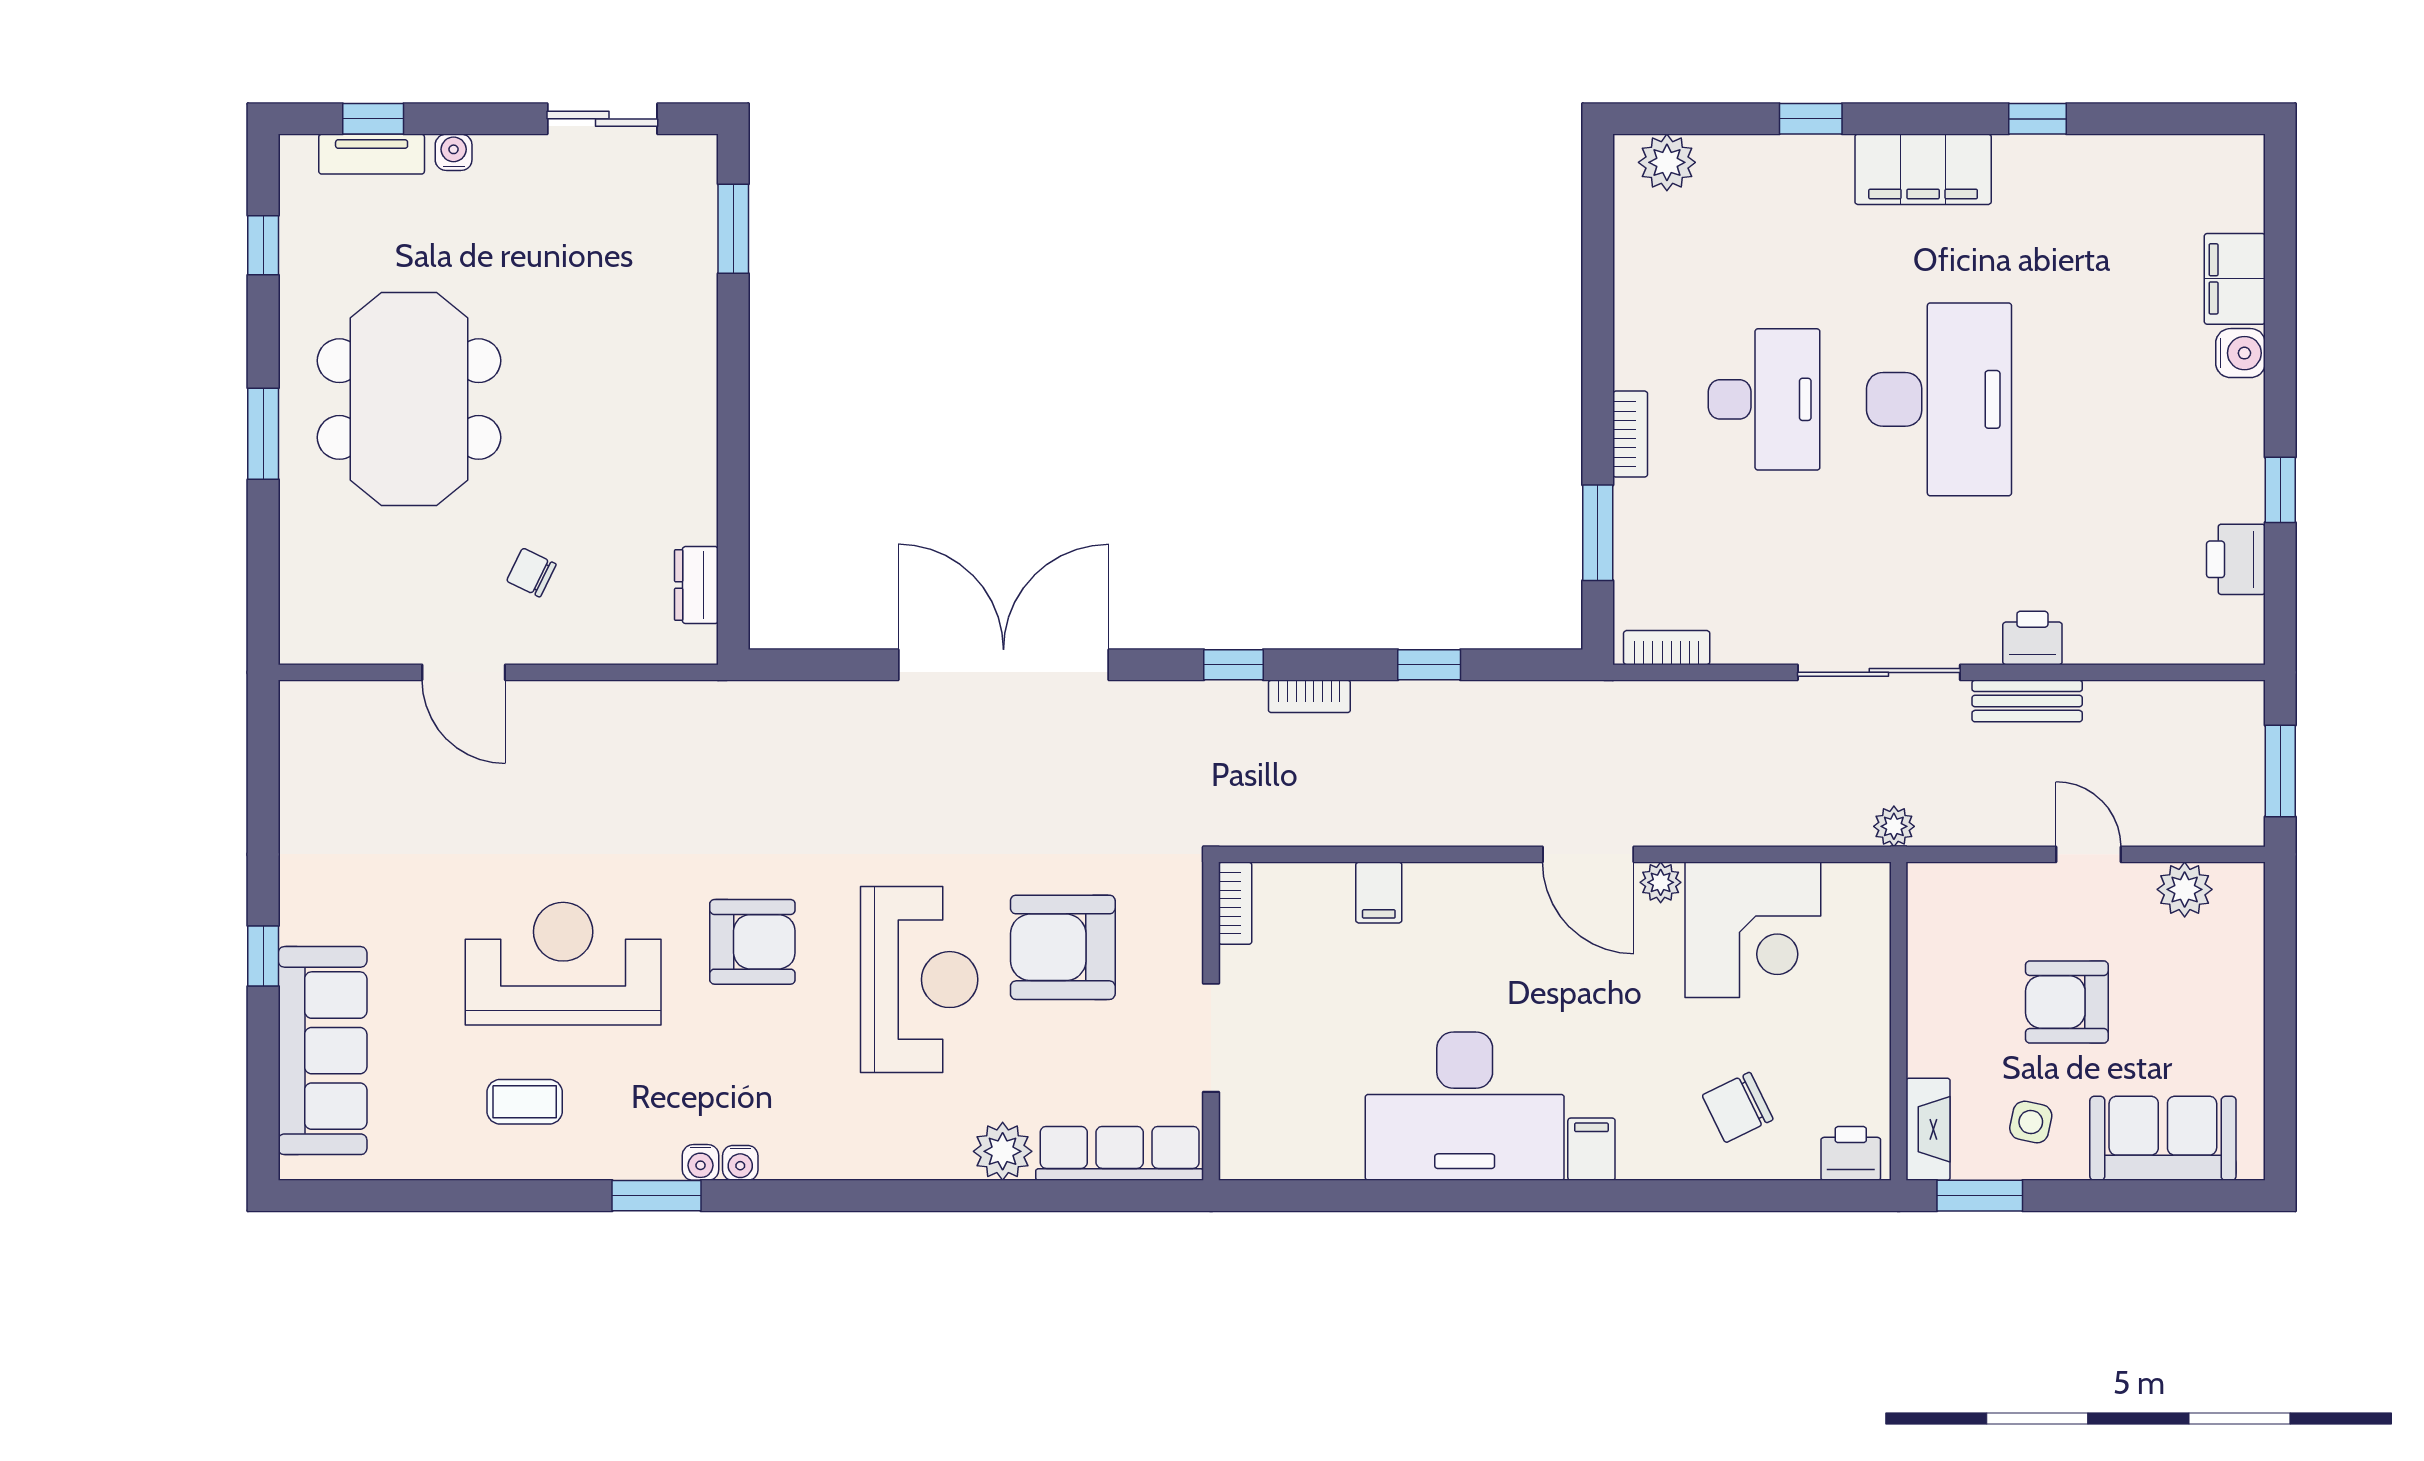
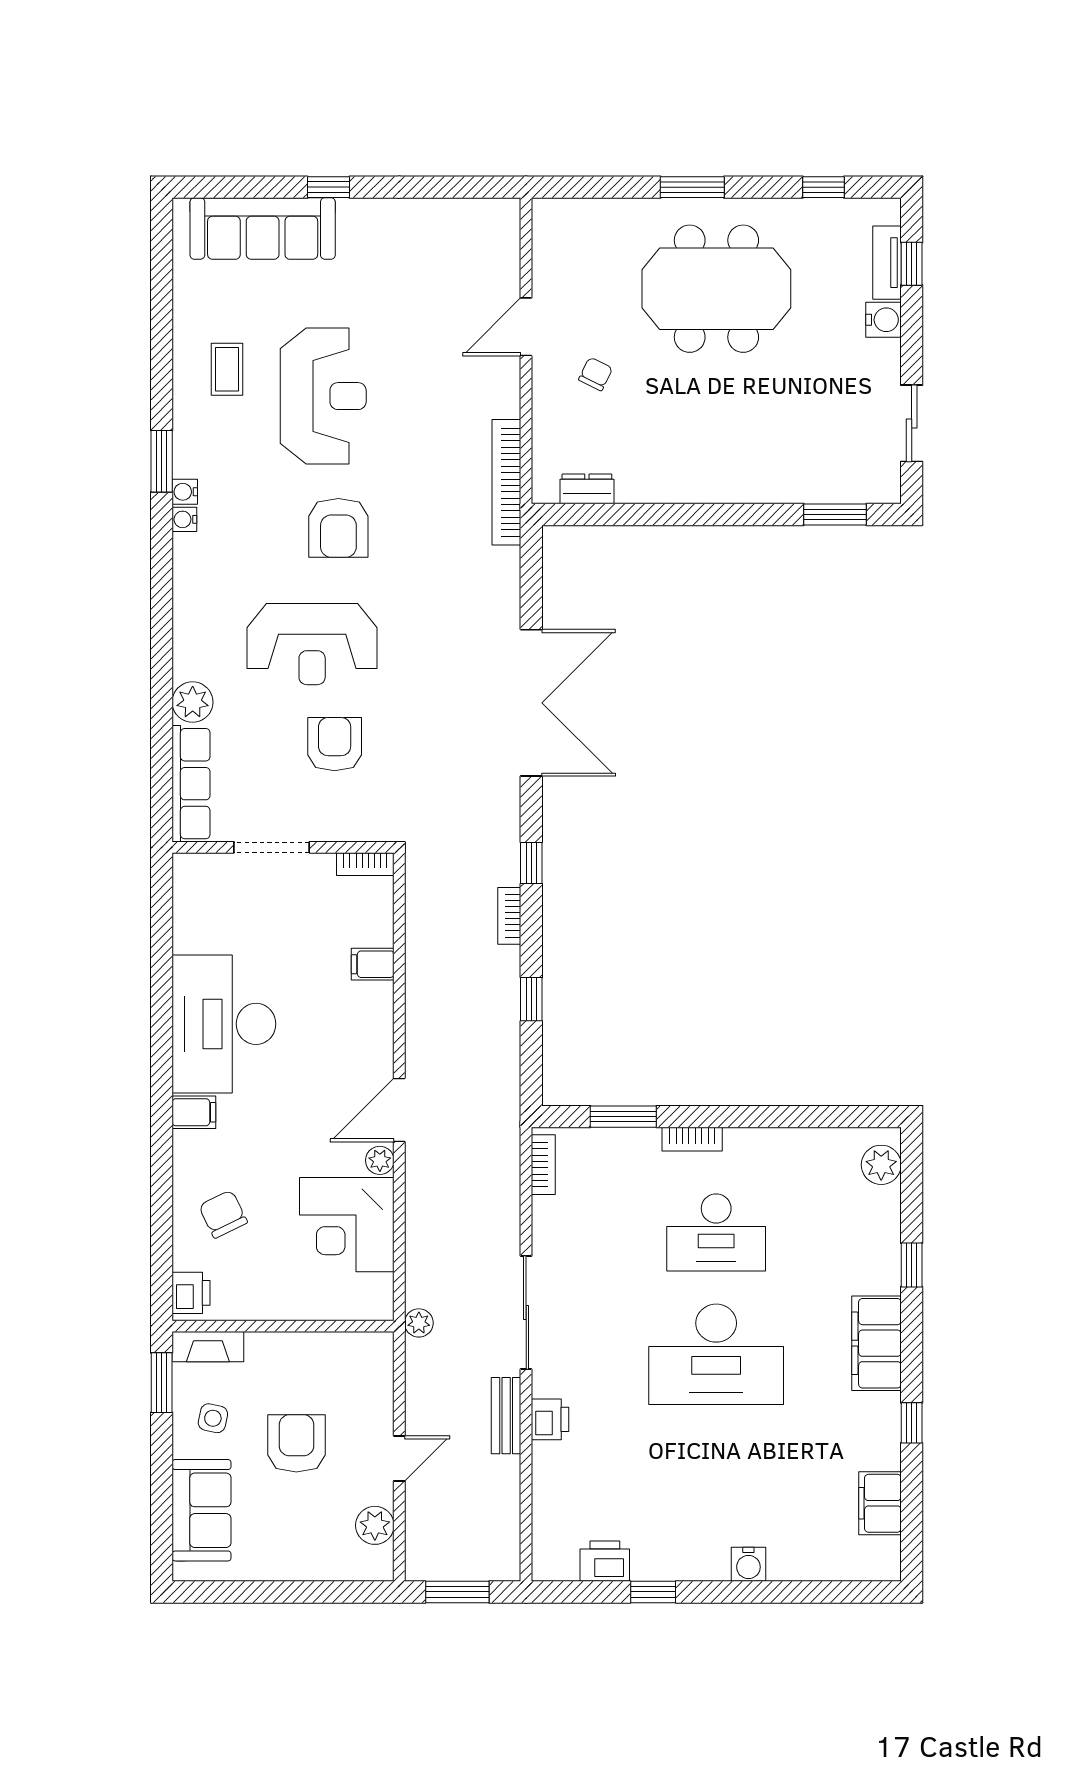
water cooler: (454, 152) -> (883, 320), width x1.38, depth x1.38
filing cabinet: (2235, 279) -> (880, 1503), moved, turned -90
bookcase: (687, 700) -> (506, 482), added
armchair: (1063, 947) -> (335, 744), width x0.73, depth x0.73

